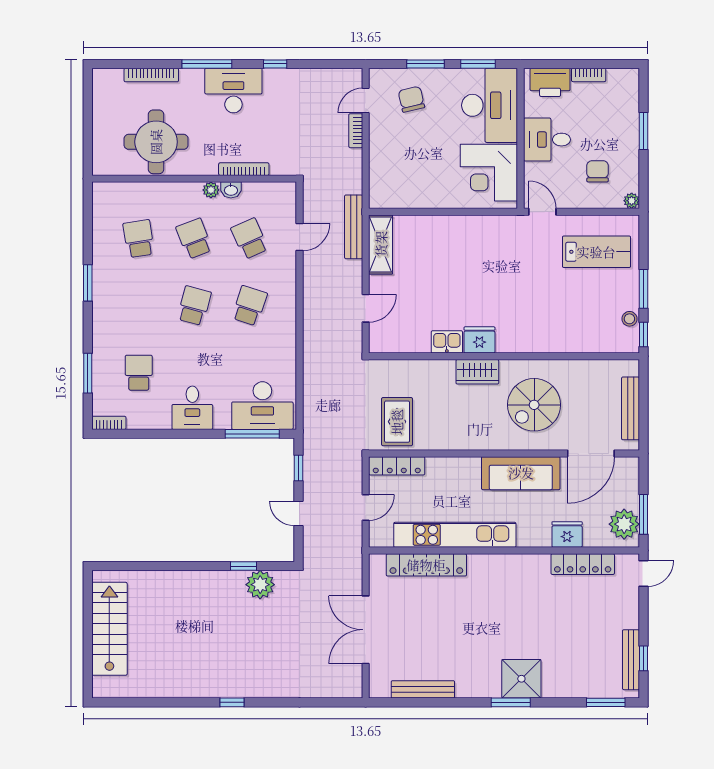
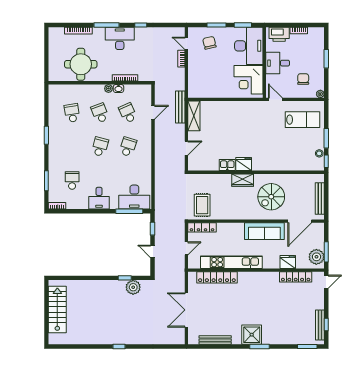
door: (366, 101) -> (186, 43), hinge flipped
shower: (521, 679) -> (252, 335), moved

